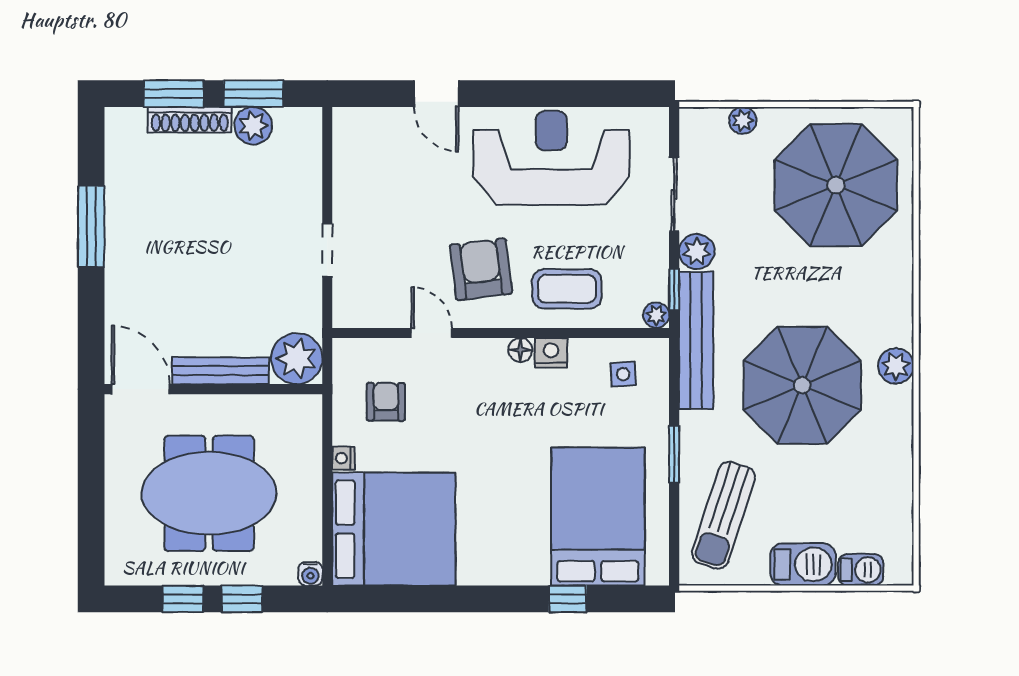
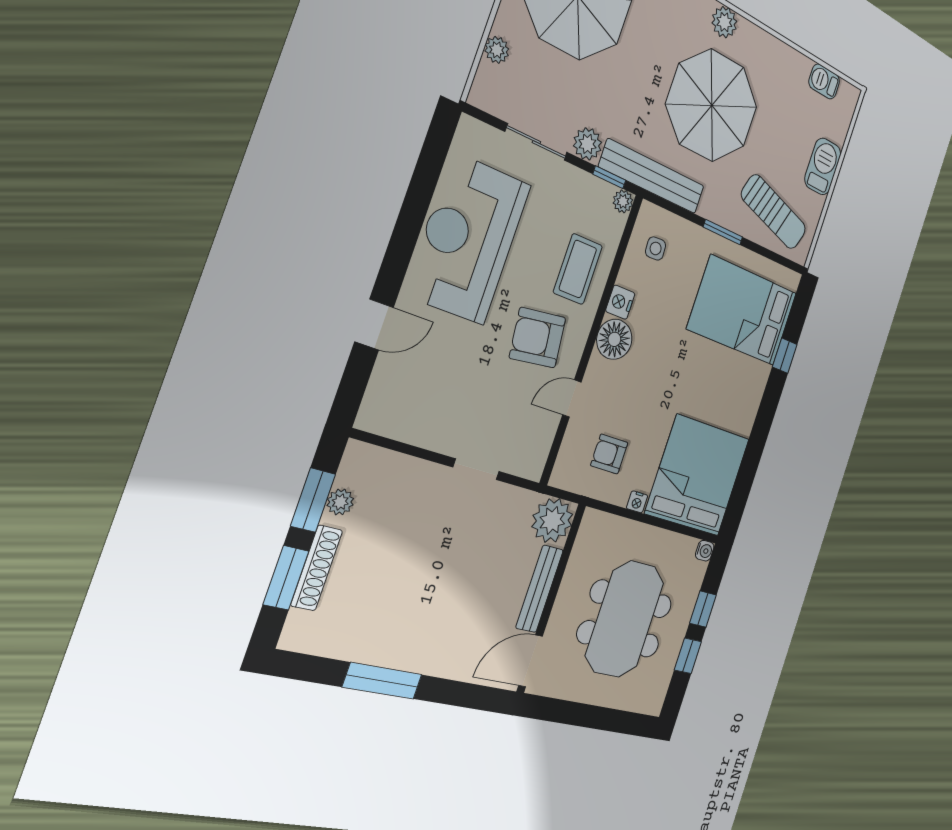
plant: (253, 126) -> (340, 502), width x0.73, depth x0.73
floor lamp: (520, 350) -> (614, 339), width x1.89, depth x1.89
barbecue: (861, 570) -> (824, 82), moved, turned -90

